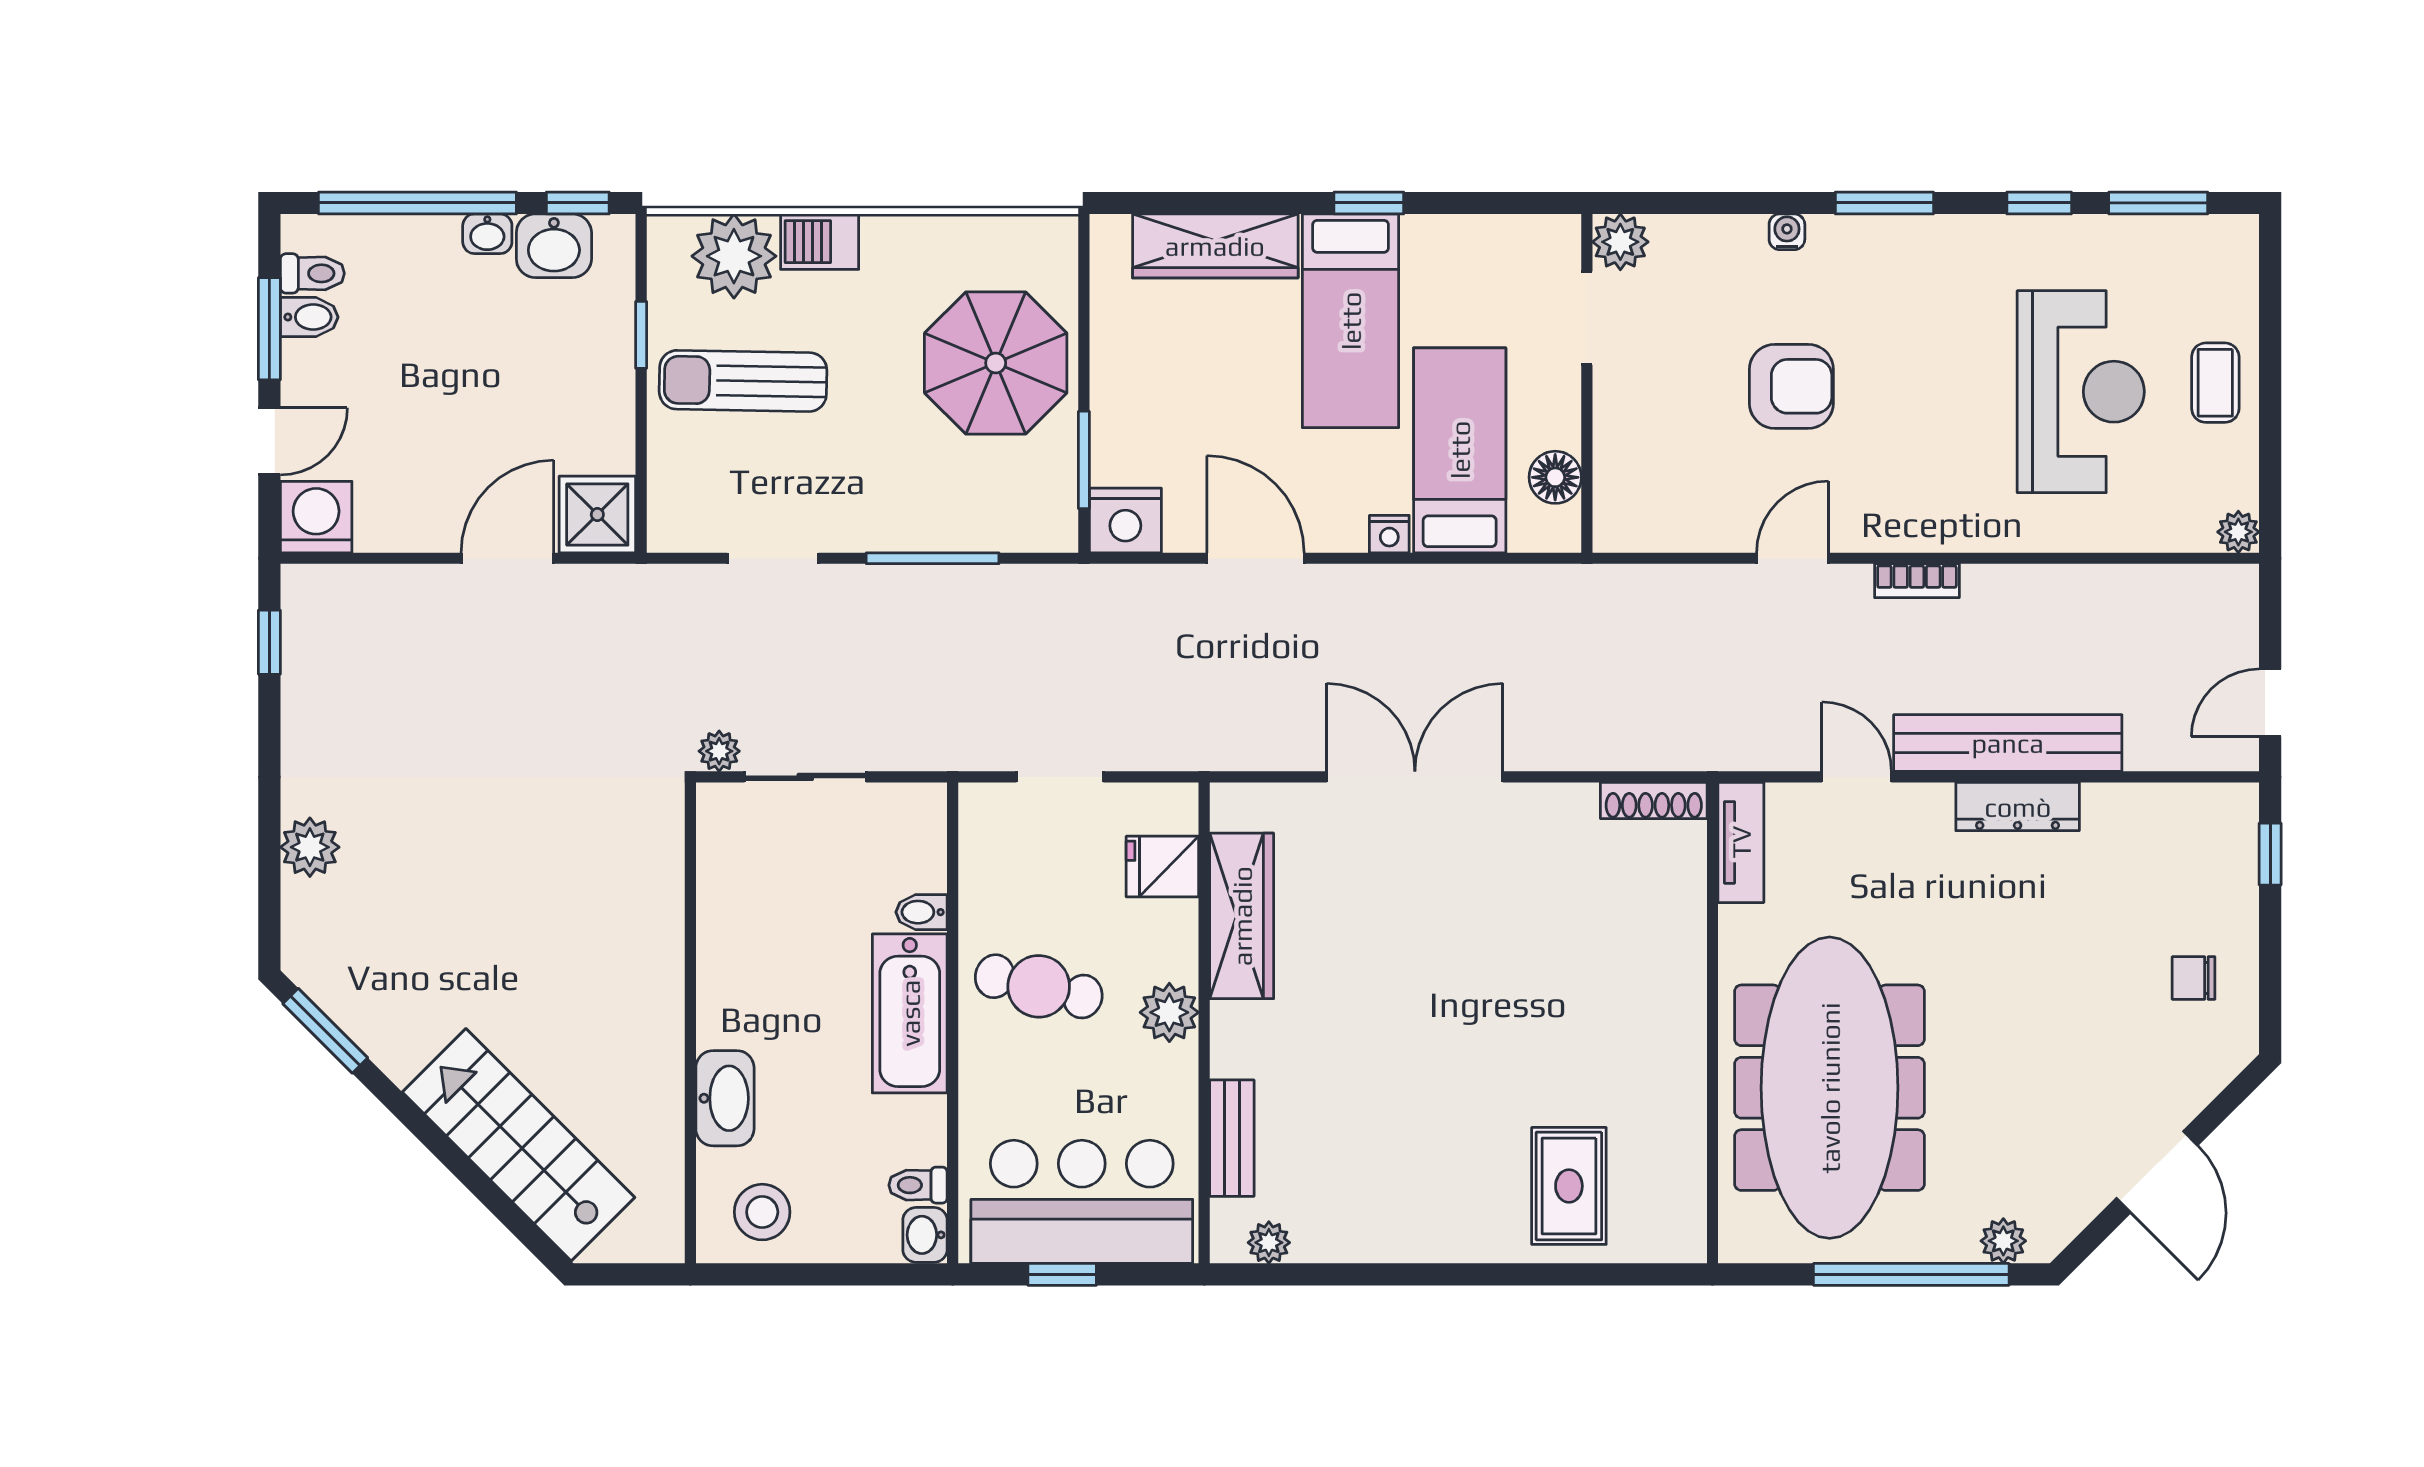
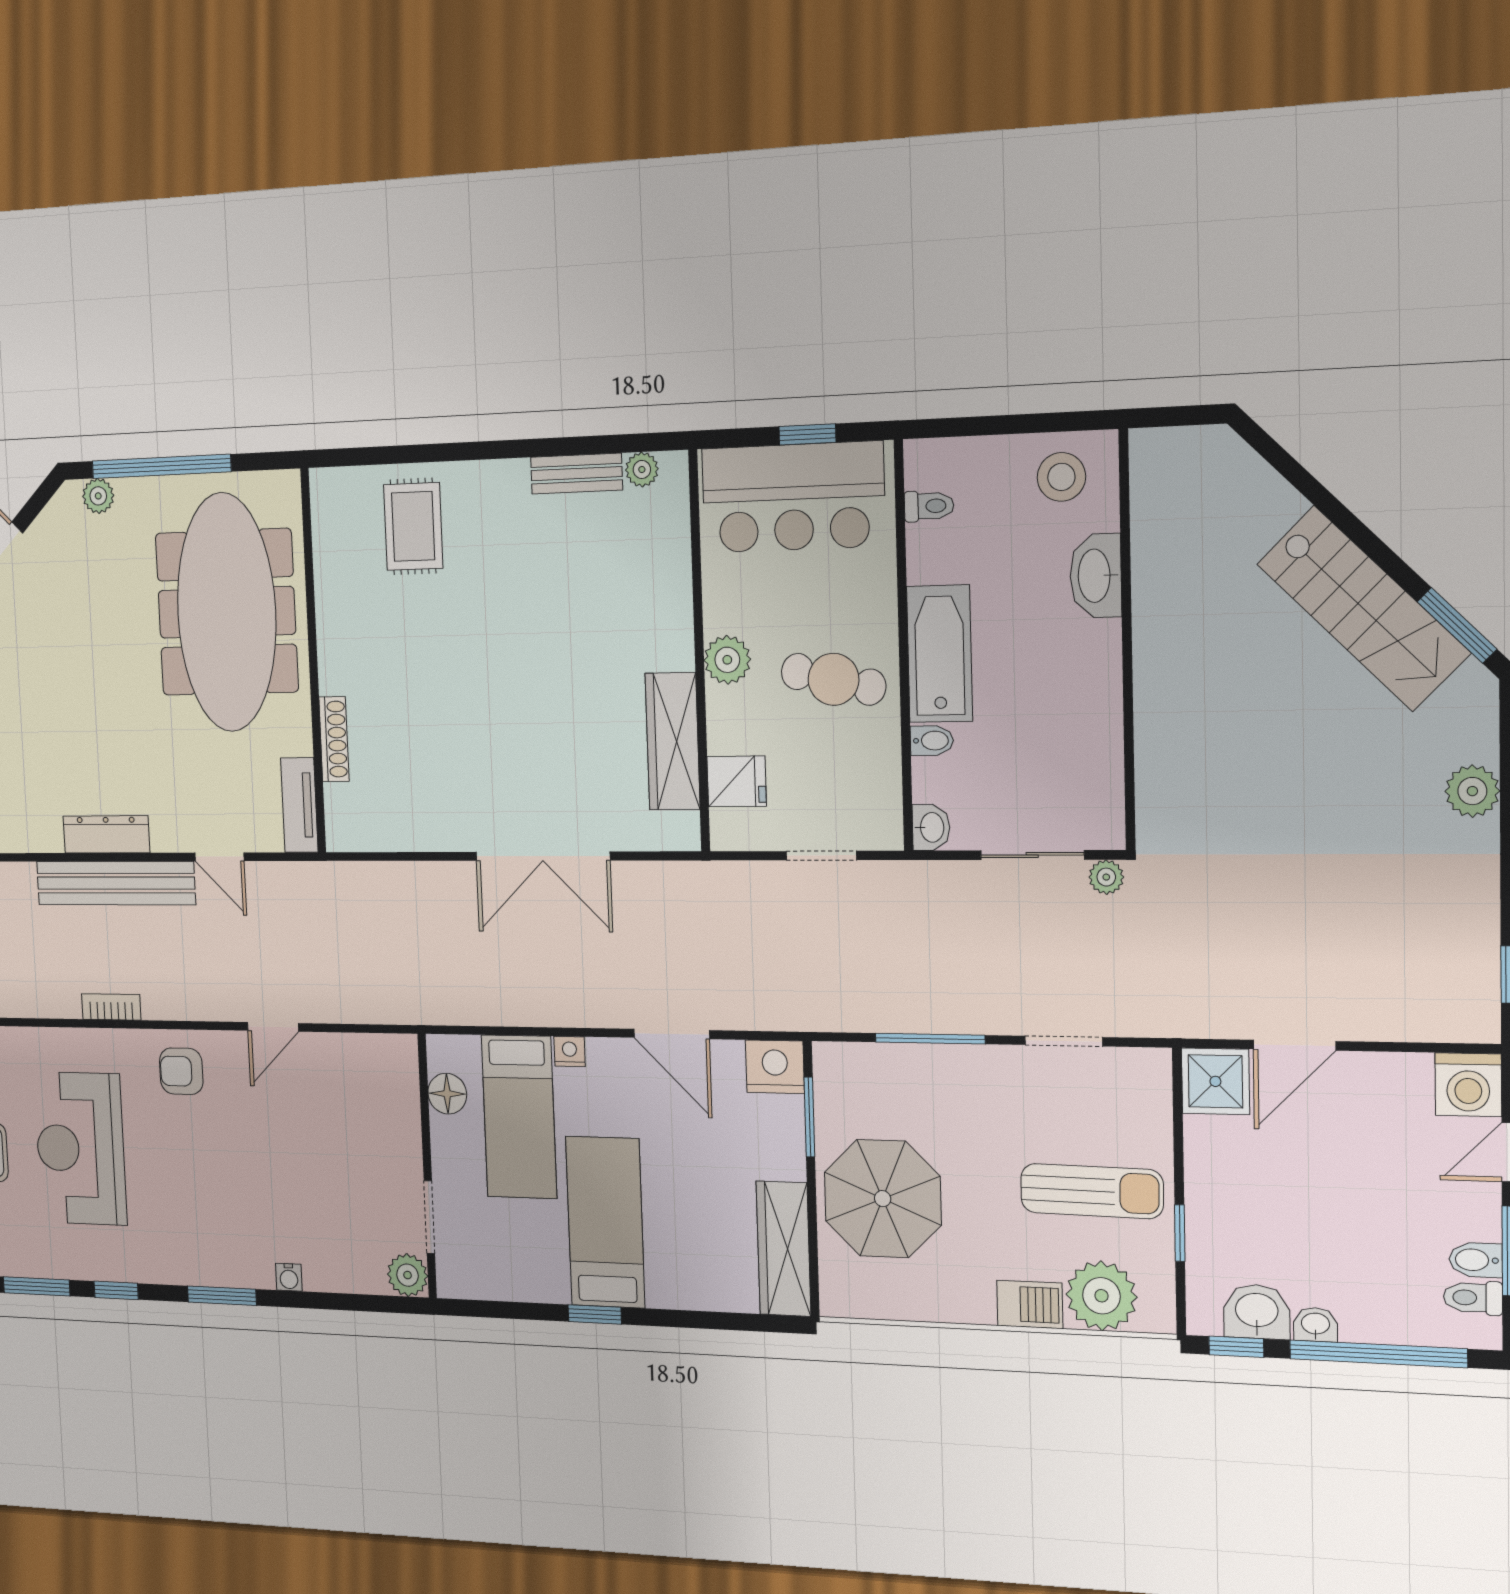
wardrobe: (1215, 246) -> (784, 1249), moved, turned -90
armchair: (1791, 386) -> (181, 1071), moved, width x0.72, depth x0.72
bookcase: (1917, 581) -> (111, 1007), moved
shoe rack: (1654, 801) -> (334, 739), moved, turned 90
bench: (1232, 1138) -> (577, 474), moved, turned 90
stairs: (519, 1145) -> (1363, 608), moved
washbasin: (925, 1235) -> (931, 827), moved

